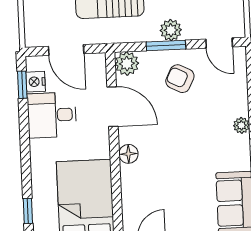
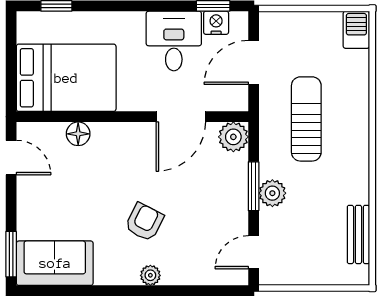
armchair: (180, 79) -> (144, 222), moved
floor lamp: (128, 154) -> (78, 134), moved

